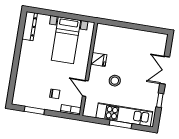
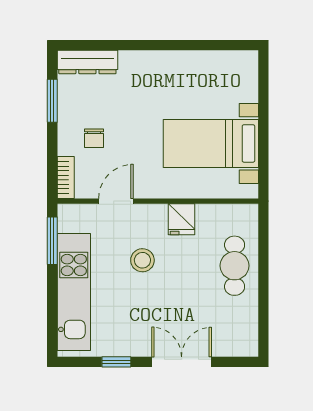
dresser: (30, 26) -> (87, 62), moved
cafe table: (124, 39) -> (235, 266), added
window: (121, 124) -> (52, 241), moved

